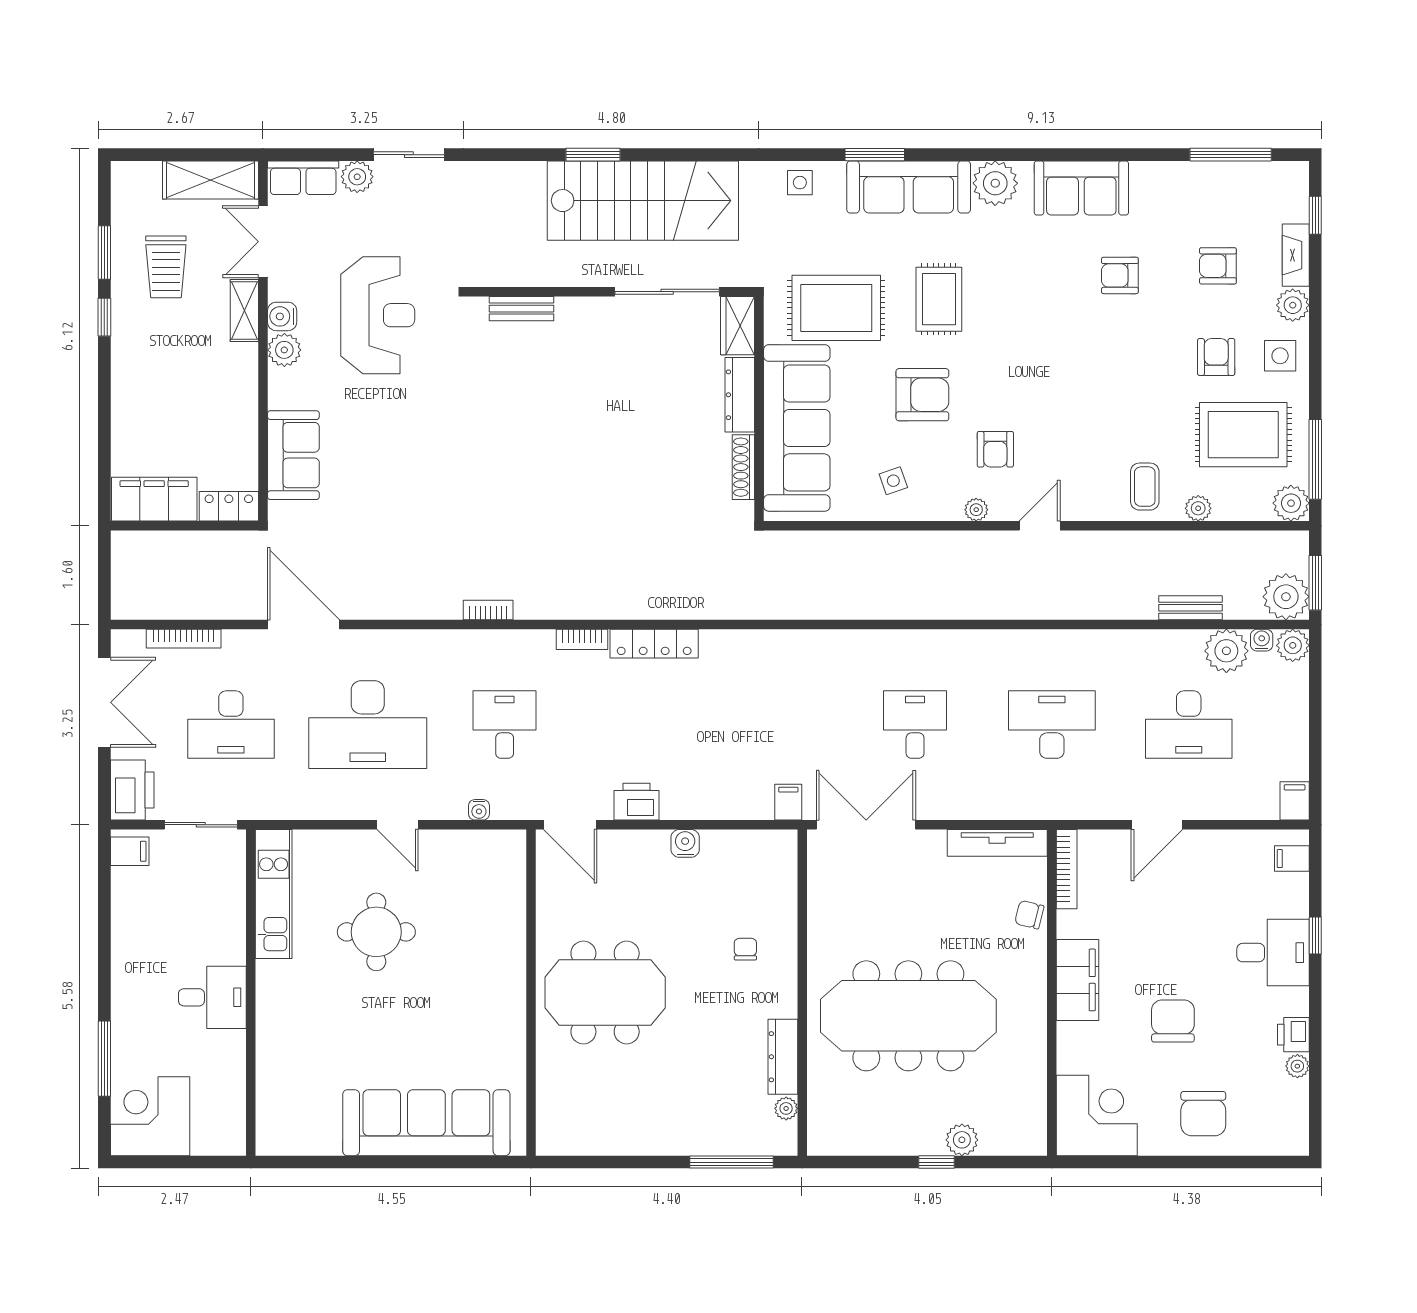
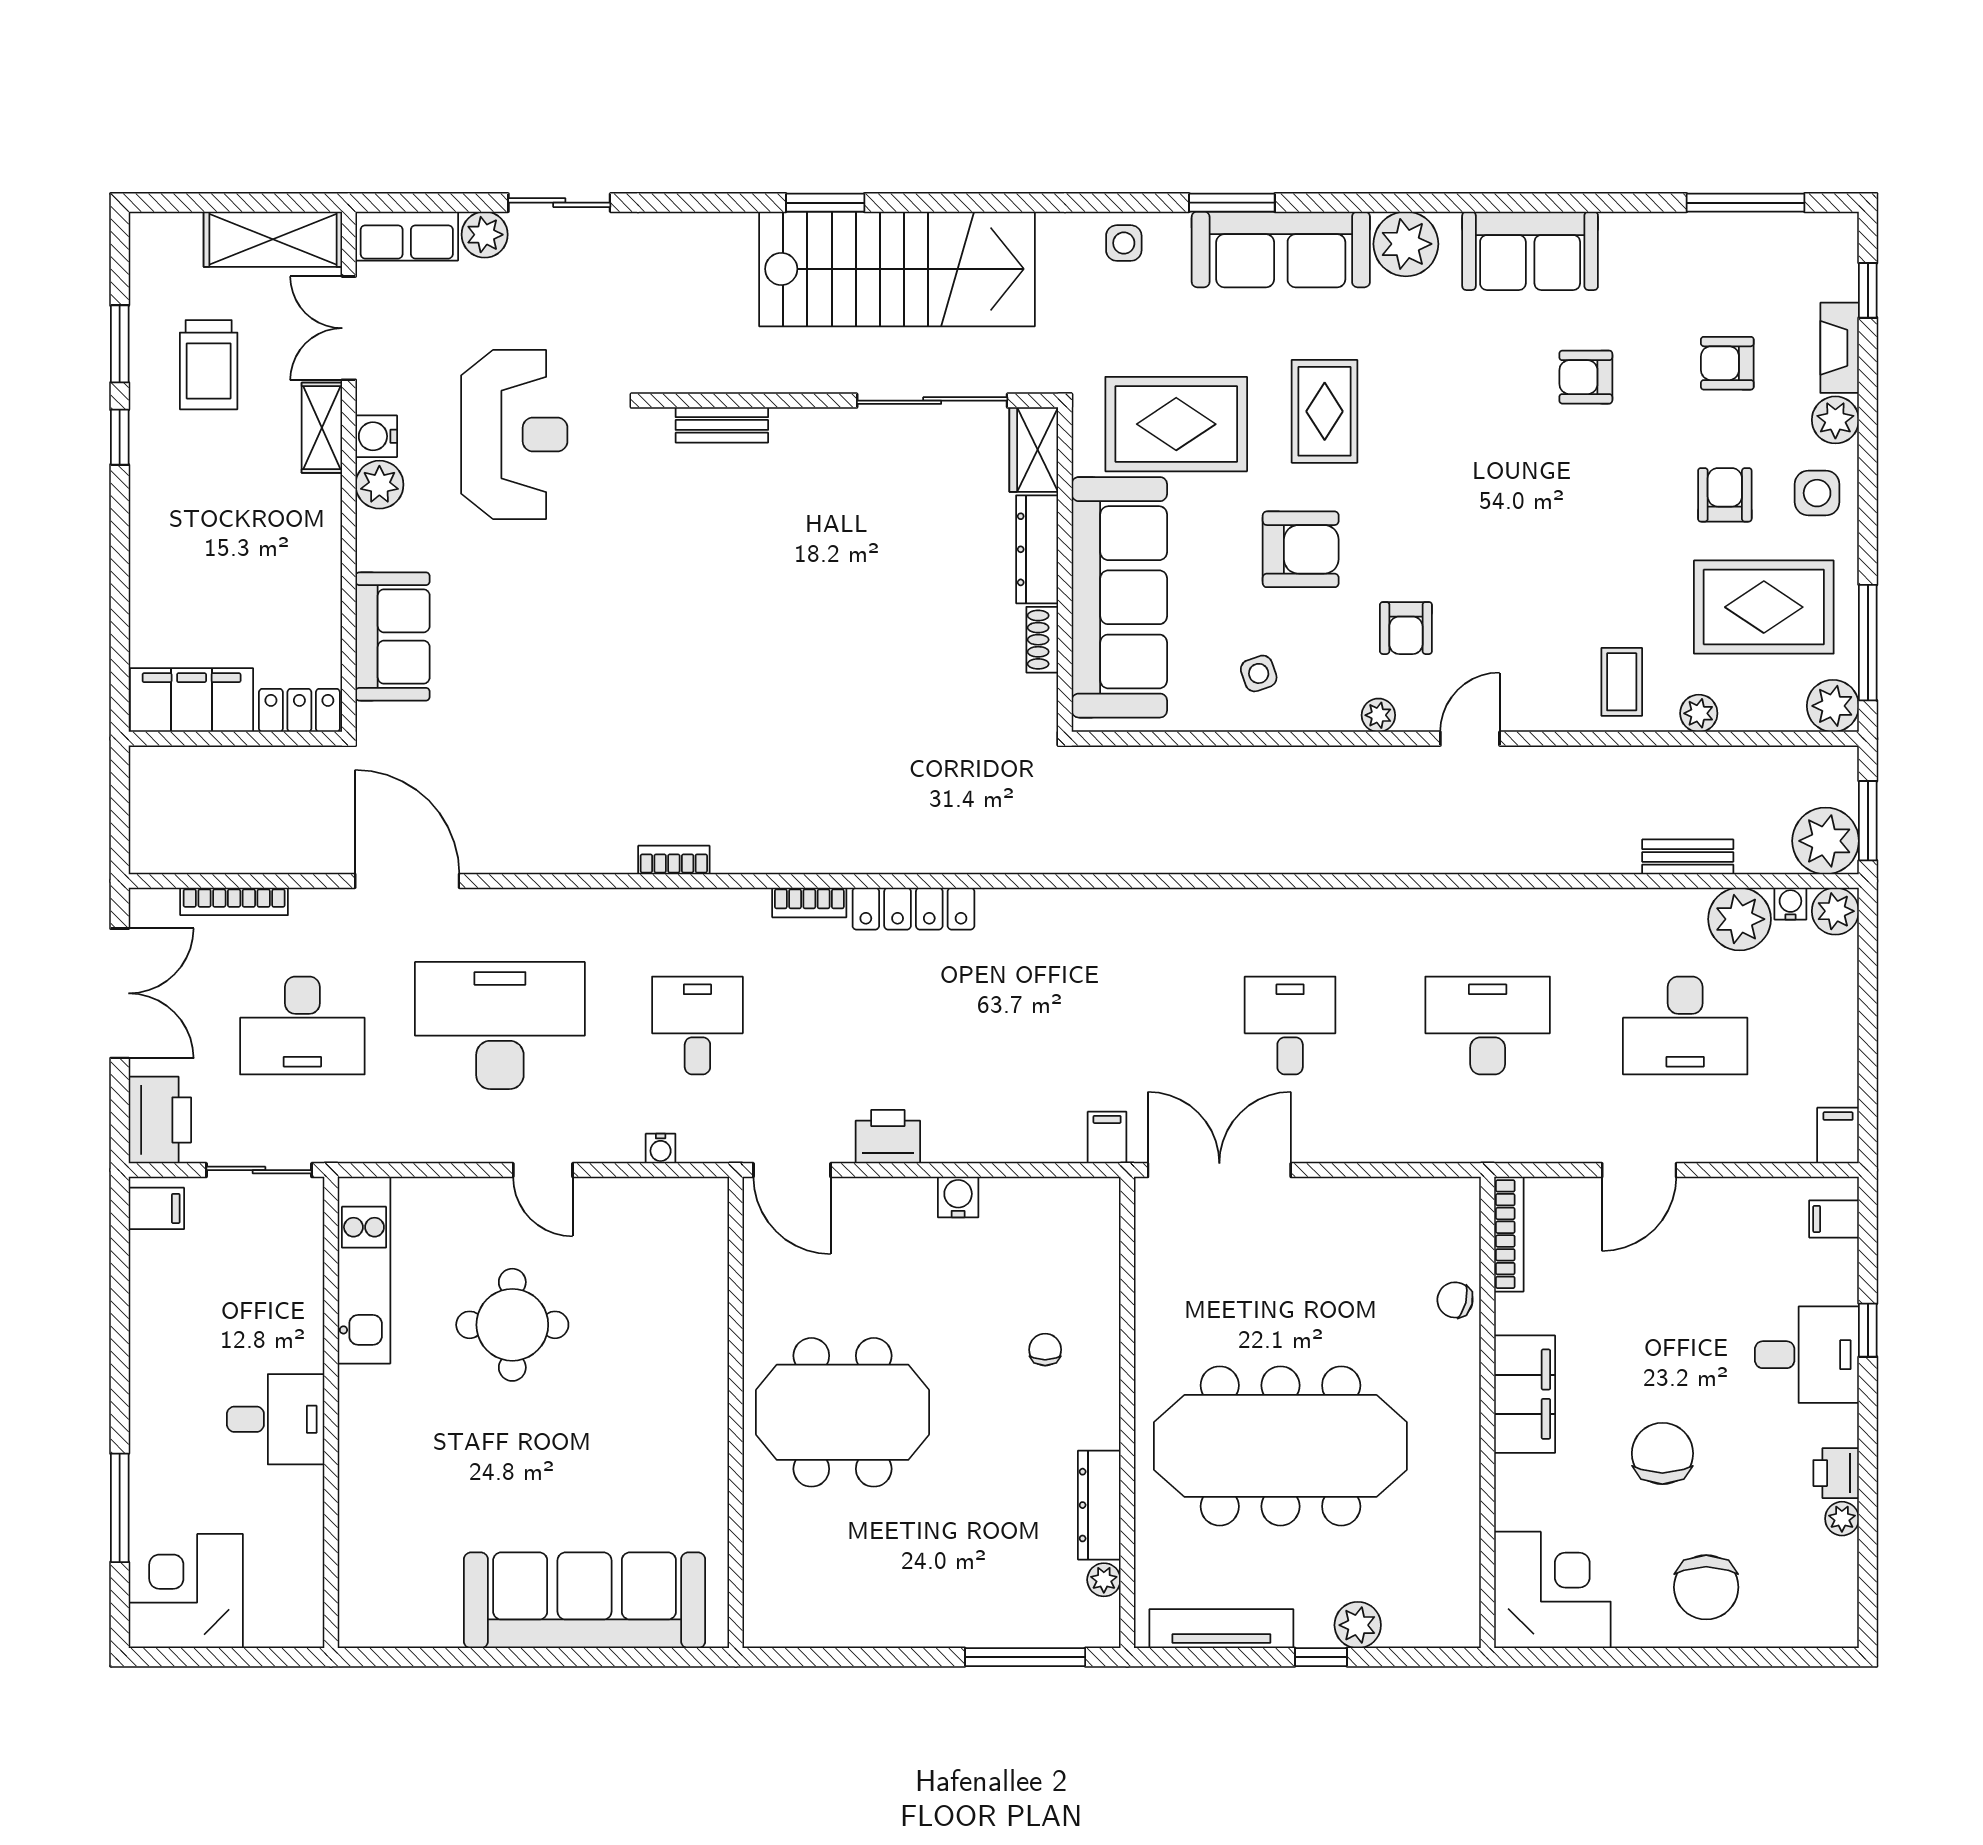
shoe rack: (743, 467) -> (1042, 640), width x0.70
desk: (368, 725) -> (500, 1026), turned 180
tv unit: (997, 843) -> (1221, 1629), moved, turned 180

